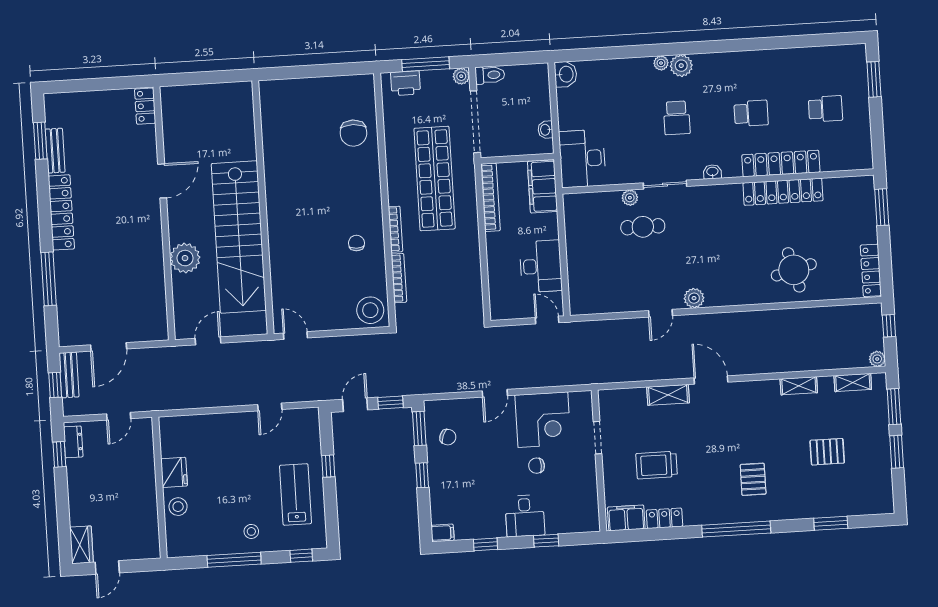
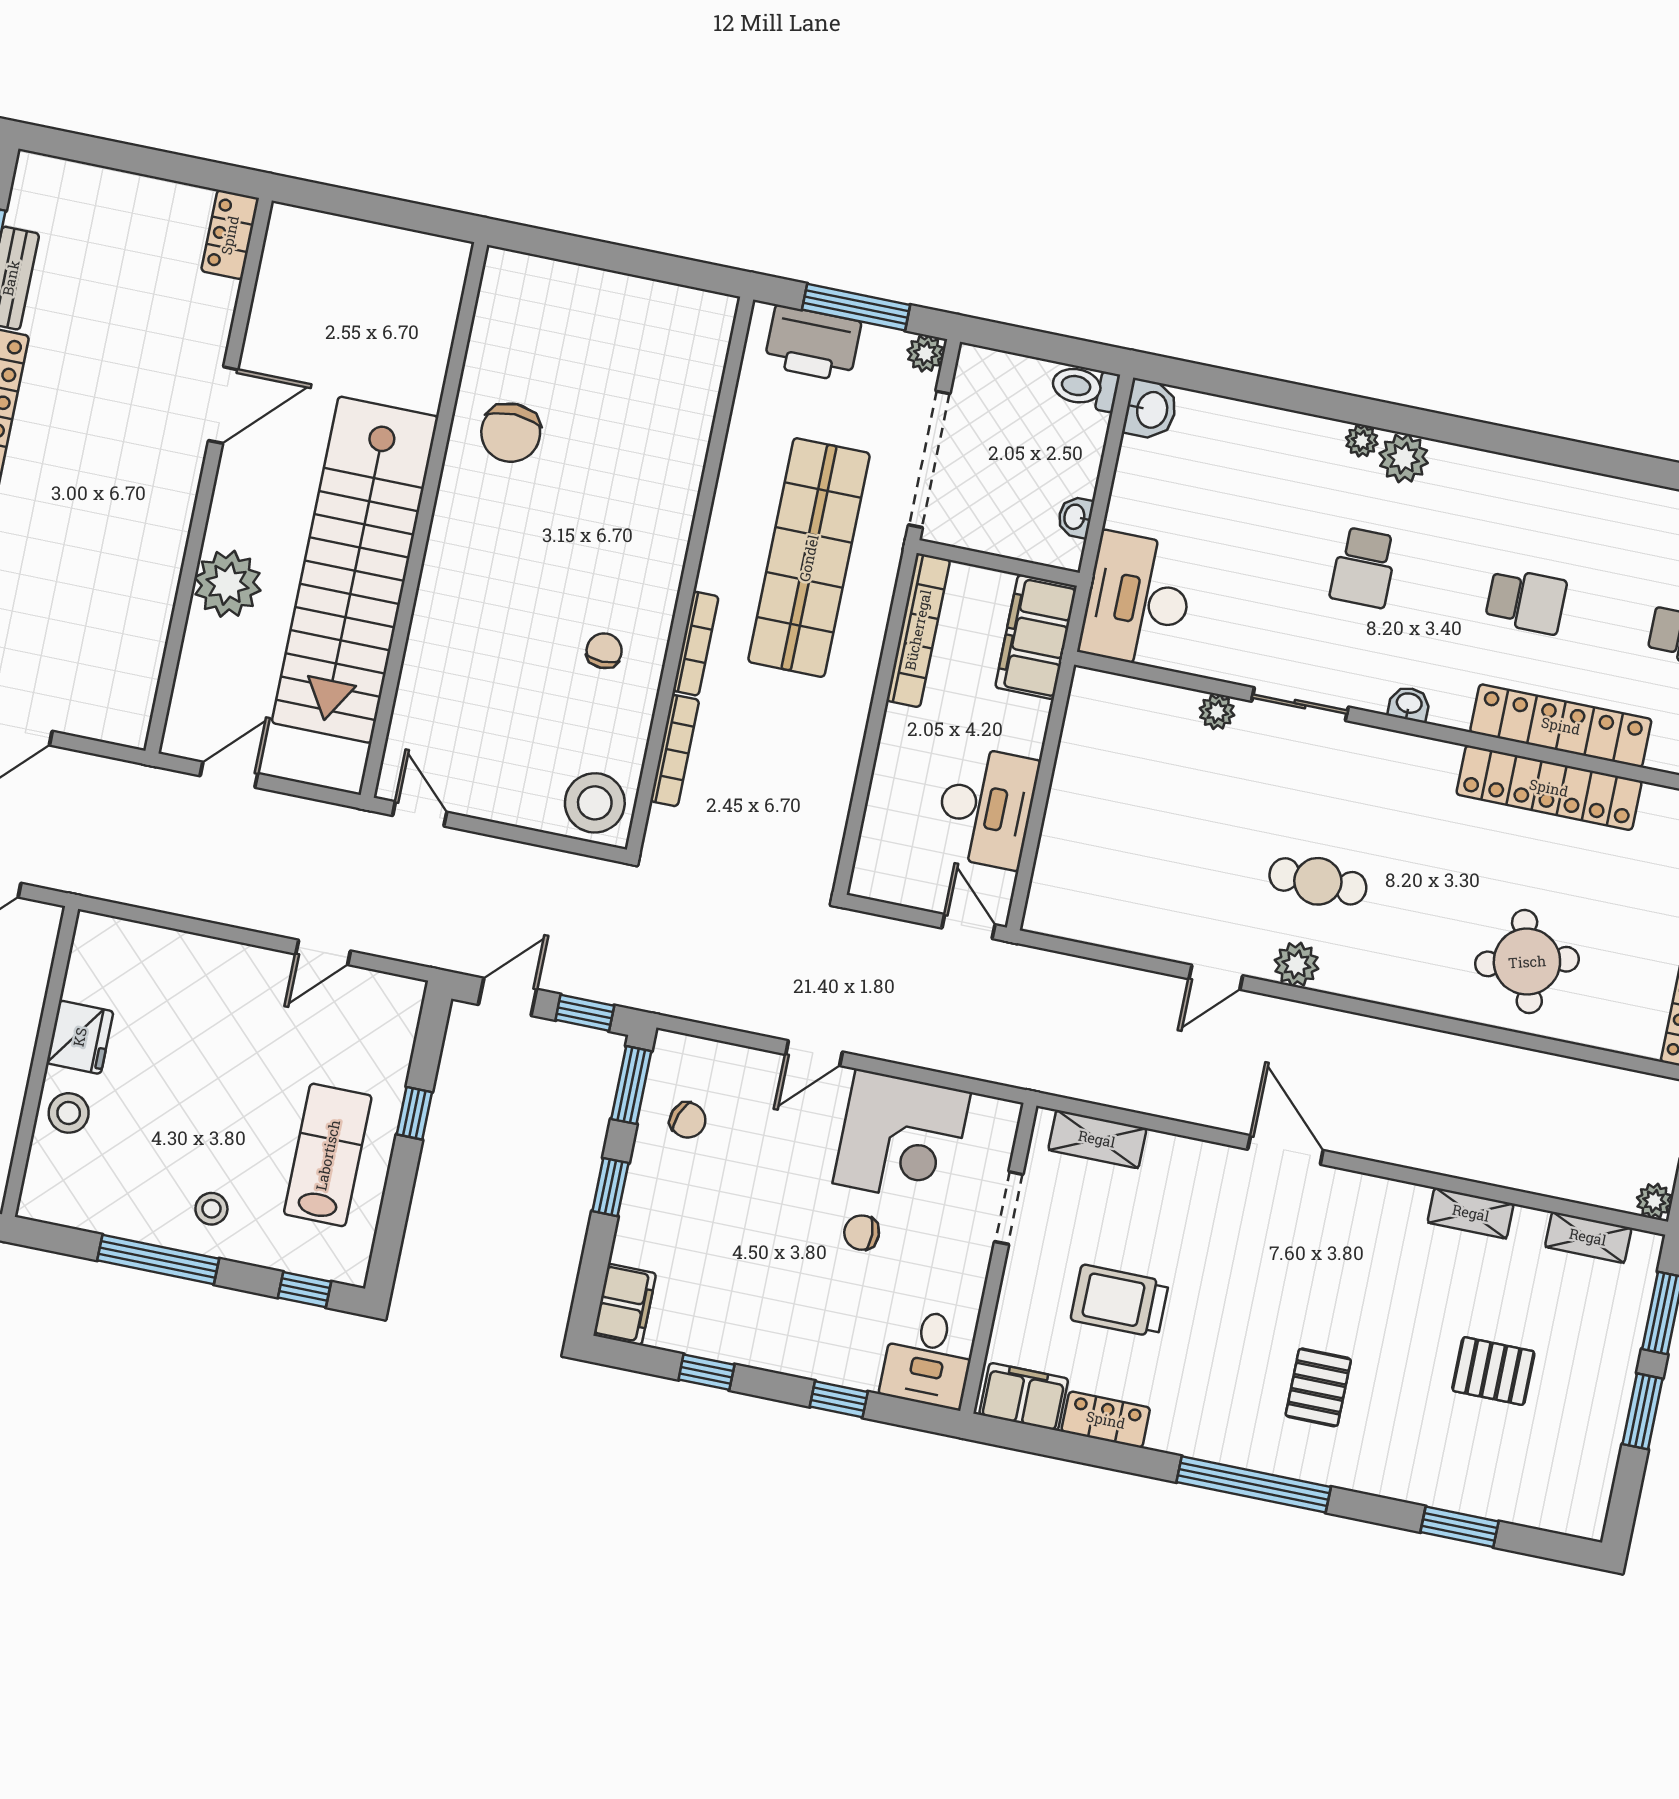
toilet: (490, 75) -> (1085, 387), moved, turned 180
printer: (406, 83) -> (813, 344), width x1.37, depth x1.19
chair: (353, 133) -> (511, 433), moved
cafe table: (643, 227) -> (1318, 881), moved
shelving: (668, 395) -> (1097, 1139), moved
desk: (525, 516) -> (928, 1358), moved
filing cabinet: (443, 533) -> (625, 1304), width x2.00

